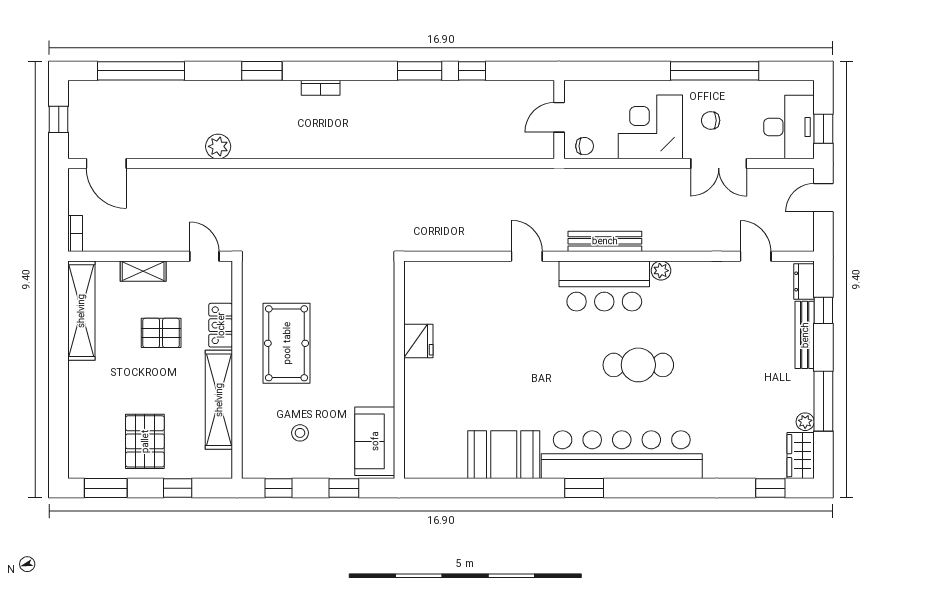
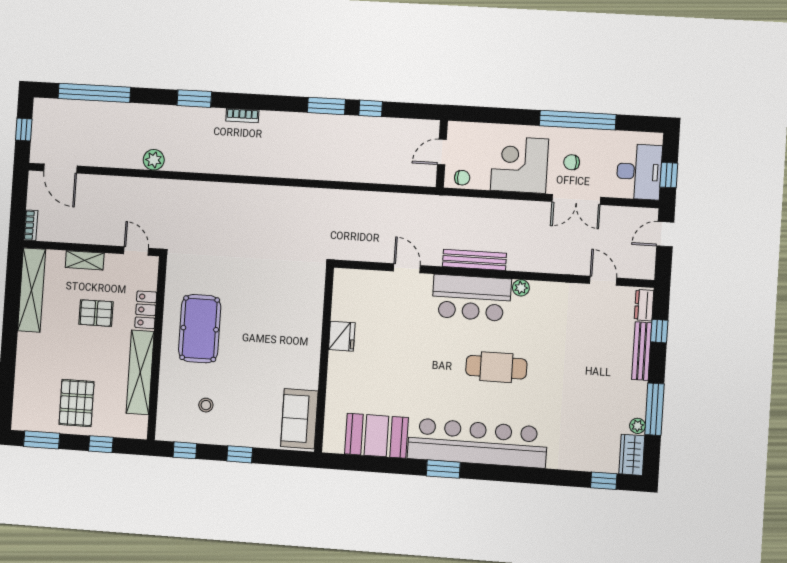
fridge: (418, 341) -> (342, 336), moved
wall: (399, 370) -> (324, 360), moved
sofa: (375, 441) -> (299, 419), moved

